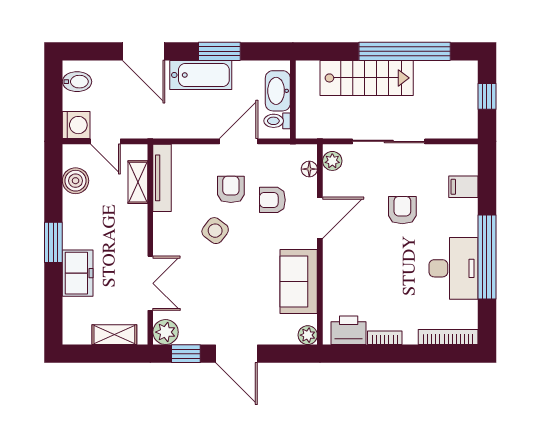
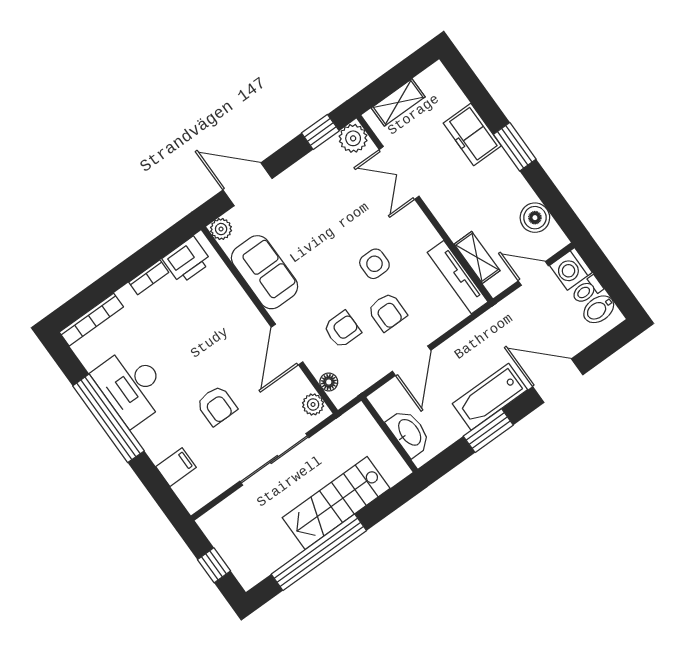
toilet: (277, 121) -> (587, 290), moved, turned 180
side table: (215, 231) -> (374, 264), turned -37
door: (236, 354) -> (248, 184), moved

